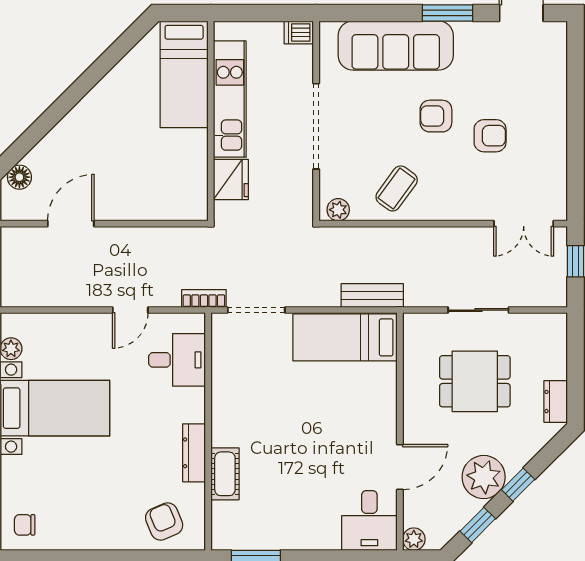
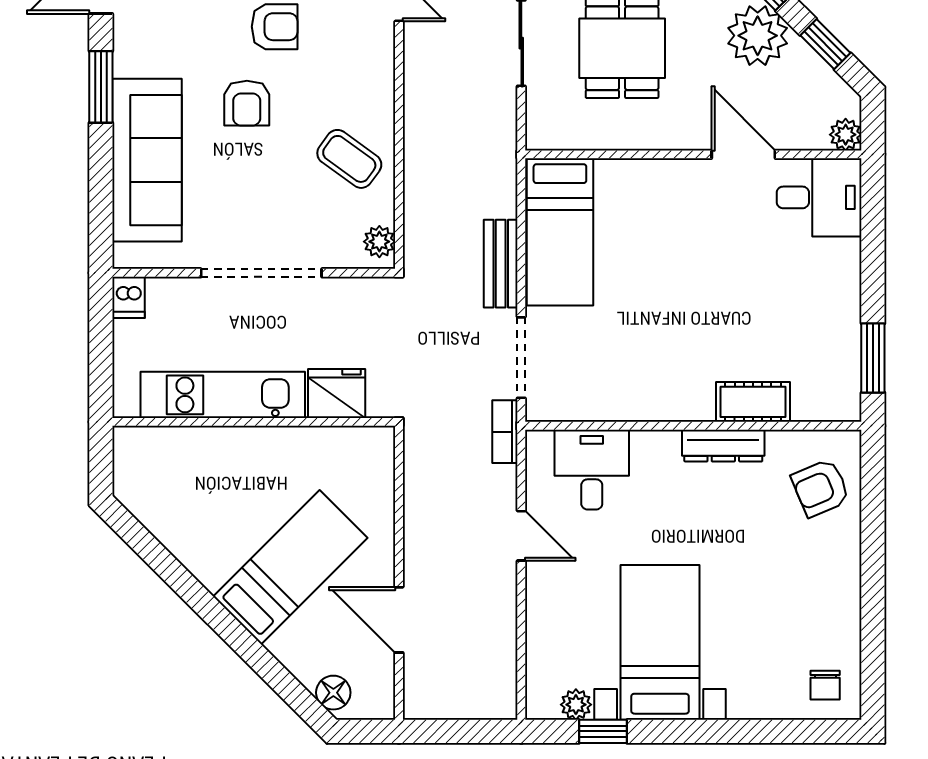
bed: (184, 74) -> (290, 567), moved, turned -45
armchair: (490, 136) -> (275, 27), turned 90
bench: (372, 295) -> (501, 264), moved

